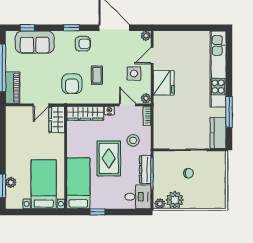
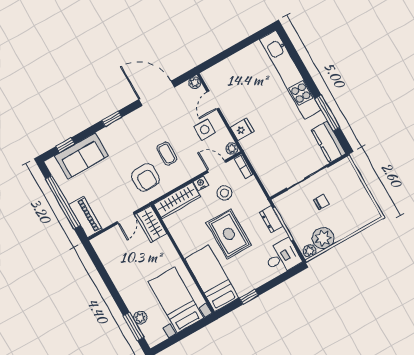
armchair: (83, 44) -> (133, 129), removed
fridge: (164, 83) -> (242, 129), width x0.53, depth x0.75
stool: (133, 140) -> (224, 193), moved
dresser: (145, 170) -> (271, 219), width x0.70

